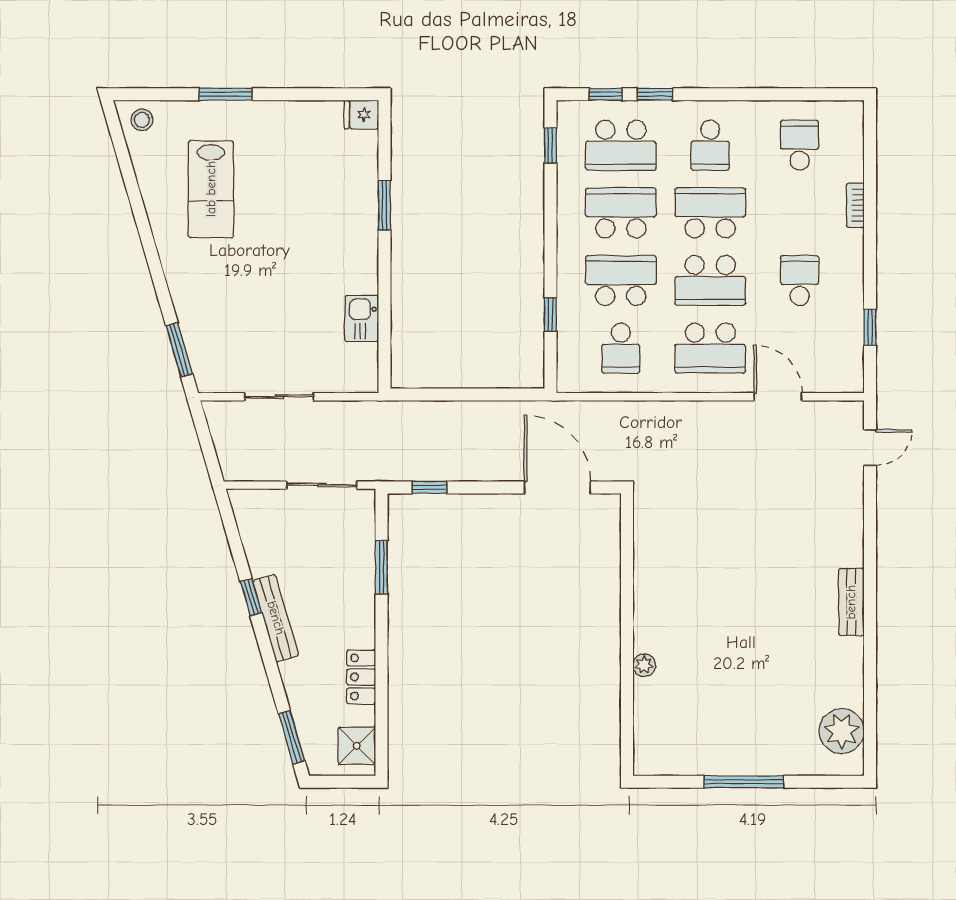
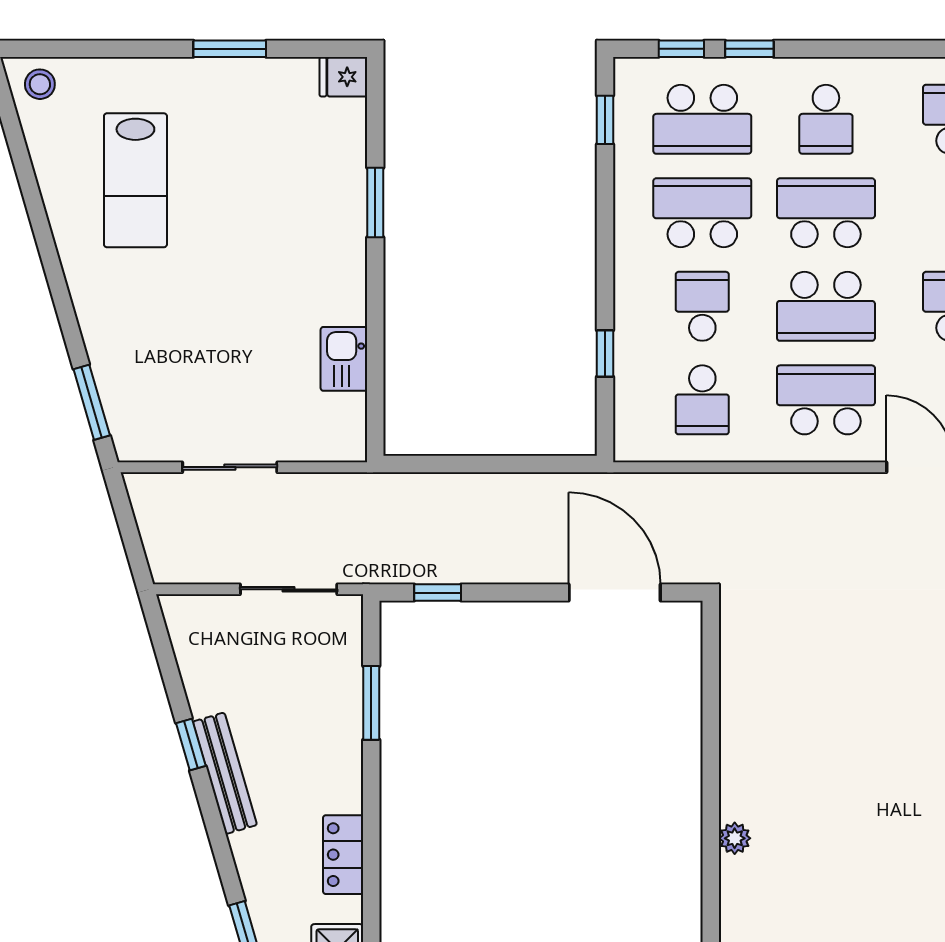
window: (226, 94) -> (230, 49), moved
school desk: (621, 280) -> (702, 306), width x0.54
school desk: (710, 348) -> (826, 400), turned 180

